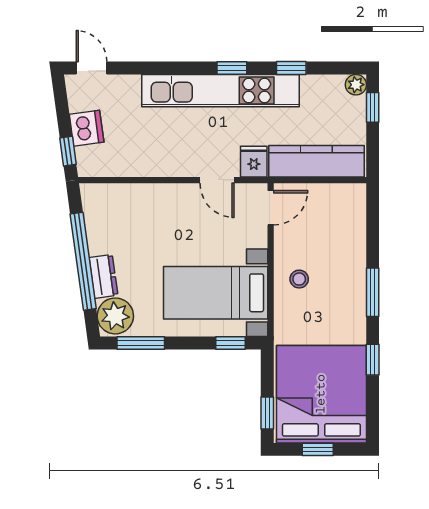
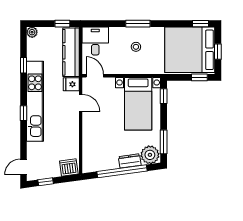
window: (232, 68) -> (23, 113), moved
window: (373, 107) -> (62, 24), moved
dishwasher: (87, 128) -> (69, 167), moved
window: (68, 151) -> (46, 182), moved
door: (217, 180) -> (81, 103), hinge flipped
desk: (339, 209) -> (95, 41), added
stool: (299, 279) -> (136, 47), moved
window: (373, 360) -> (200, 24), moved

